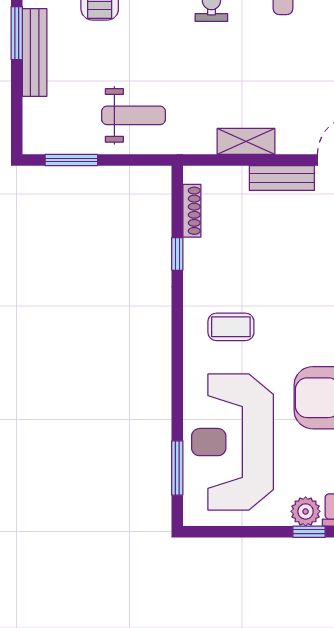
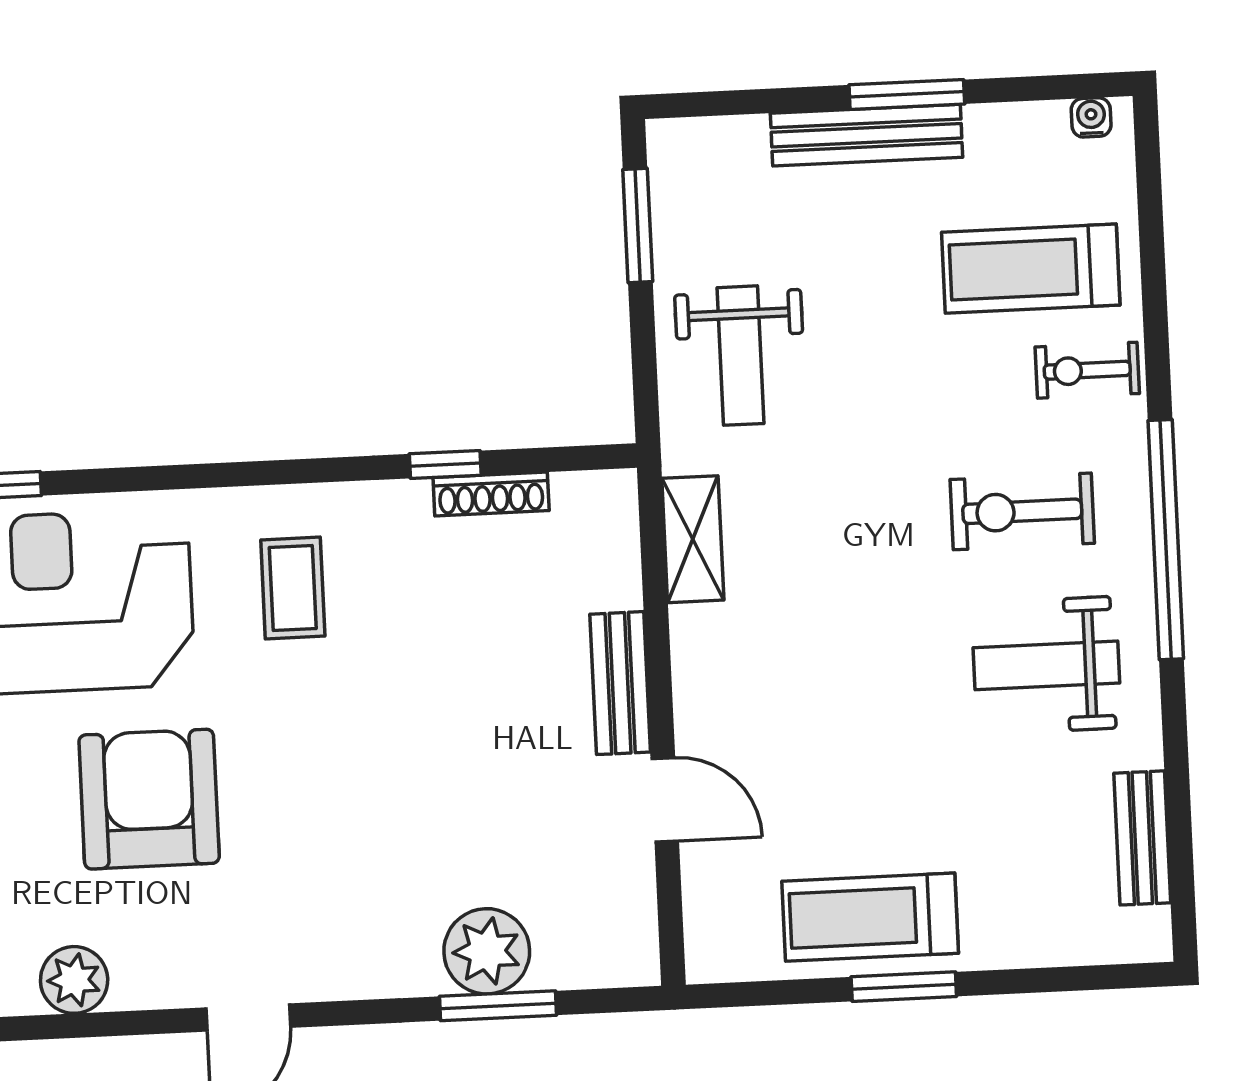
shelving: (246, 141) -> (693, 539), moved
shoe rack: (192, 211) -> (491, 494), moved

